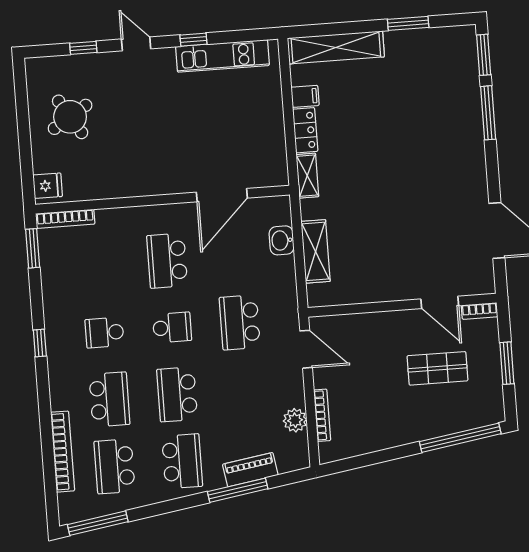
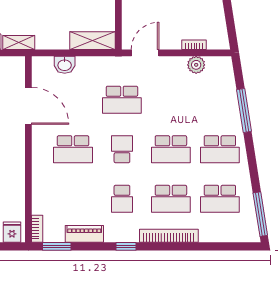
bookcase: (65, 219) -> (37, 229), width x0.64
shelving: (316, 251) -> (93, 41), moved
school desk: (109, 399) -> (171, 199), turned 180
bookcase: (322, 415) -> (194, 45), width x0.64
bookcase: (63, 452) -> (169, 236), moved
school desk: (182, 461) -> (220, 149), turned 180
piano: (250, 470) -> (84, 234), moved, turned 99

